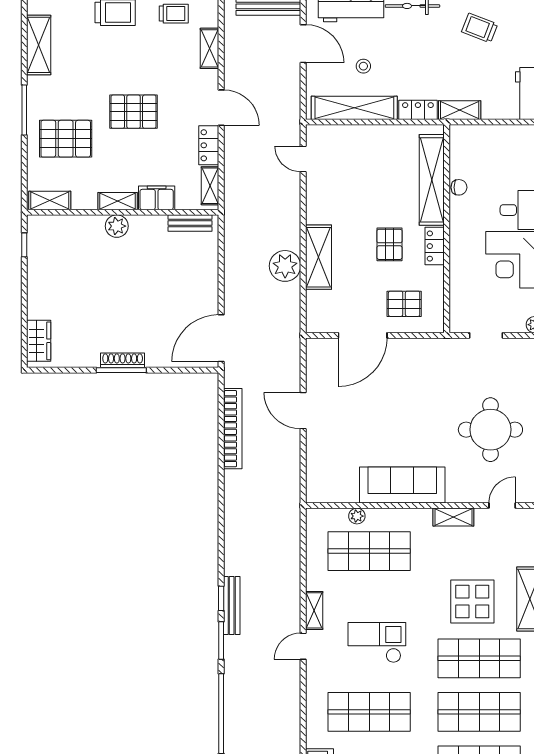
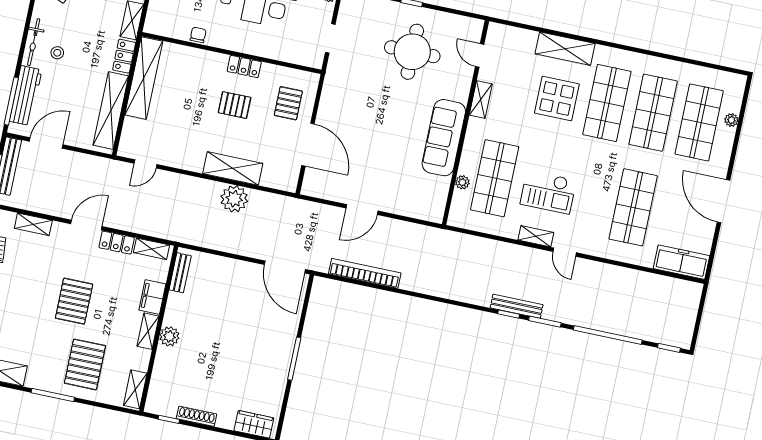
stool: (363, 66) -> (57, 53), moved
shelving: (432, 180) -> (144, 78), moved, turned 90
shoe rack: (123, 360) -> (197, 416), moved, turned 90
checkout: (377, 643) -> (548, 192), moved, turned -90

